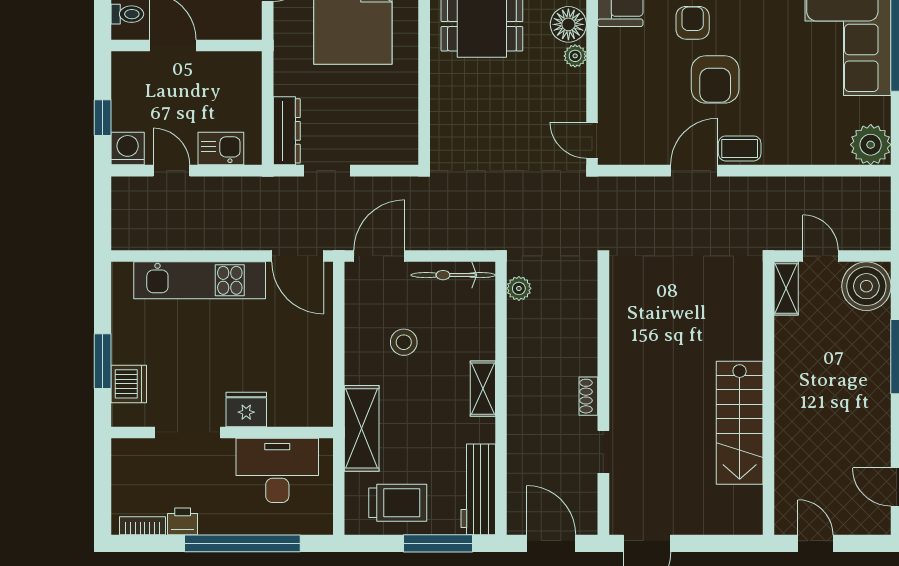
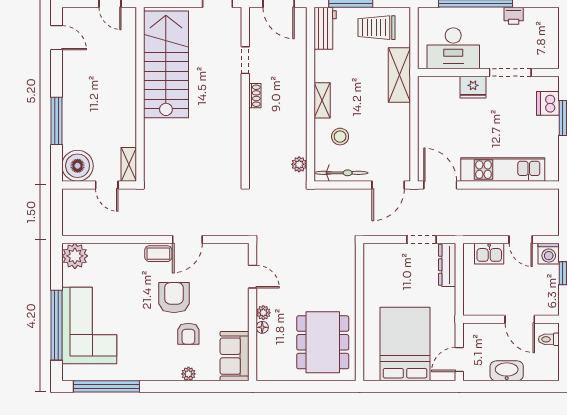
floor lamp: (568, 24) -> (262, 327), width x0.53, depth x0.53
door: (592, 140) -> (252, 277), moved
stool: (404, 342) -> (340, 137), moved
stairs: (740, 423) -> (166, 64), width x1.36, depth x1.51
workbench: (478, 489) -> (325, 28), width x0.73
bookcase: (142, 526) -> (539, 13), removed

